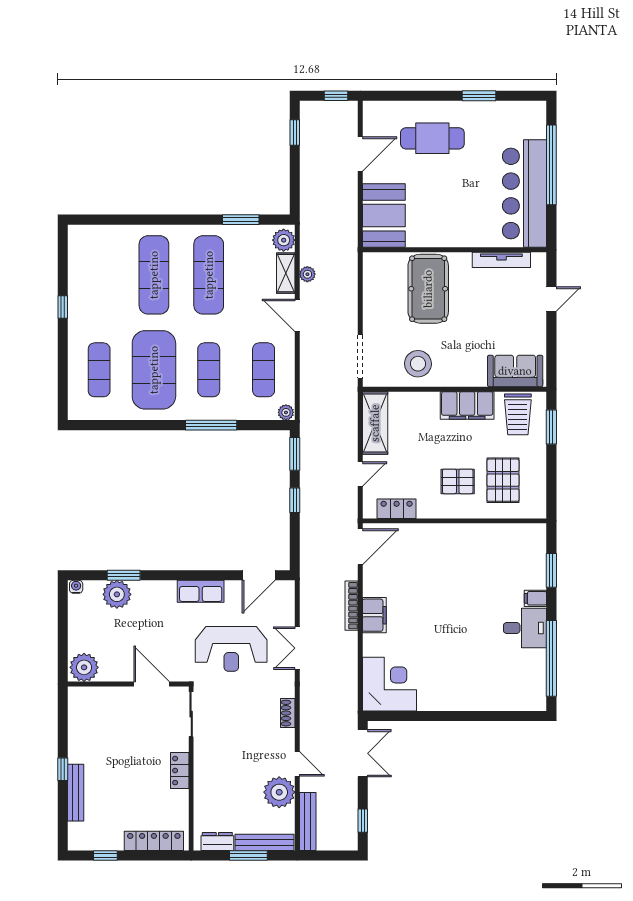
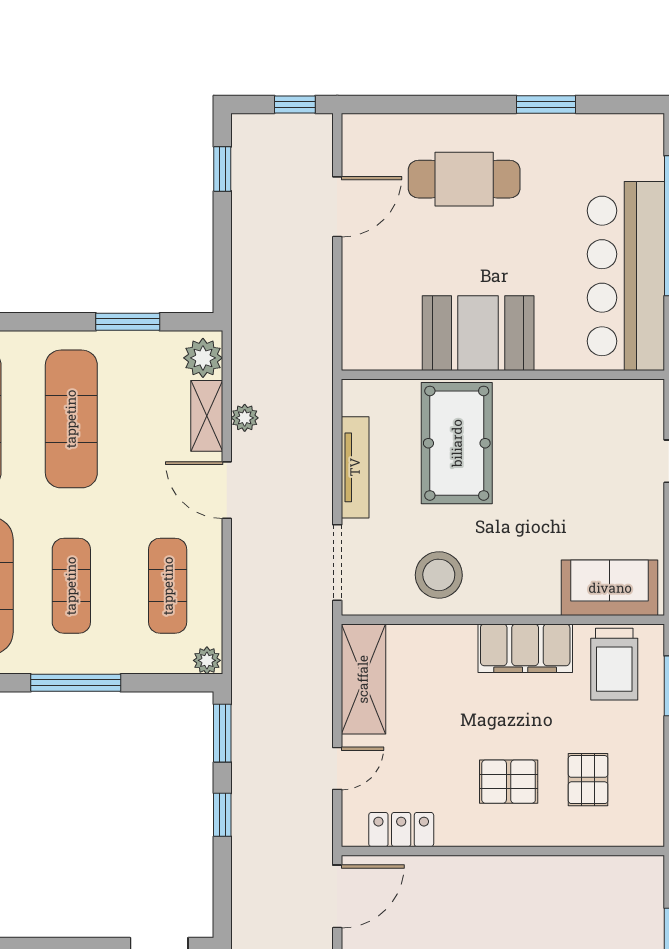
booth: (384, 216) -> (478, 333), moved, turned 90
tv unit: (501, 260) -> (355, 467), moved, turned -90
pallet: (503, 480) -> (588, 780), width x0.67, depth x0.71

